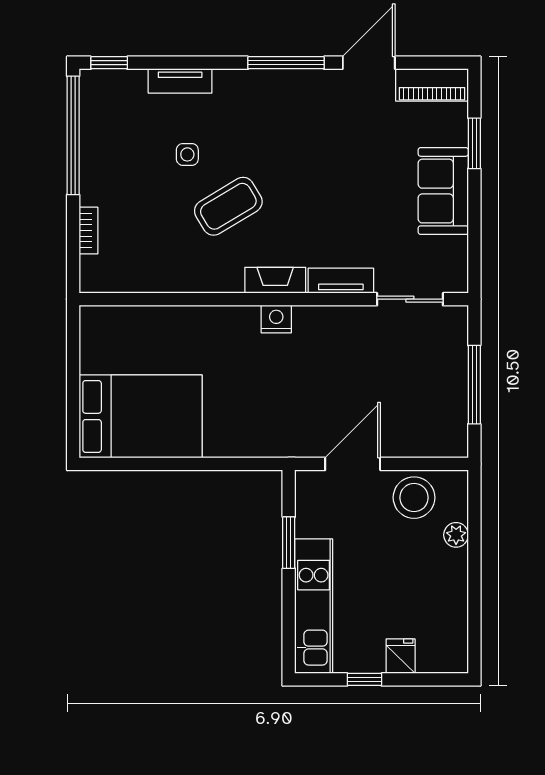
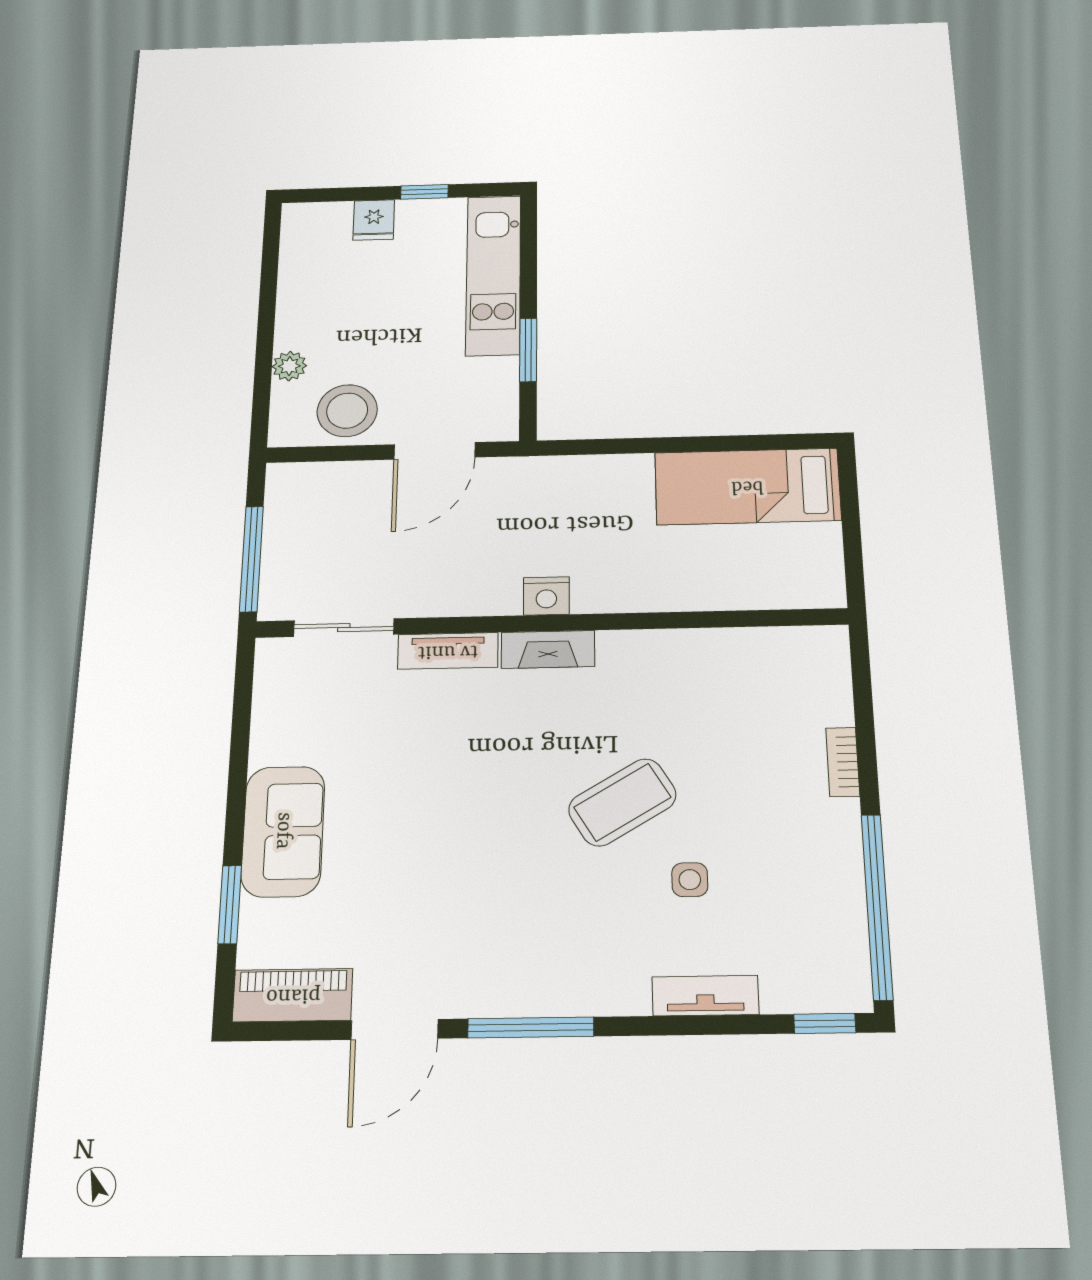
fireplace: (275, 280) -> (548, 649), moved
tv unit: (341, 281) -> (448, 651), moved
wall: (274, 299) -> (550, 623), moved
sliding door: (410, 299) -> (344, 628), moved
nightstand: (276, 319) -> (546, 596), moved
bed: (141, 416) -> (747, 486), width x0.67

